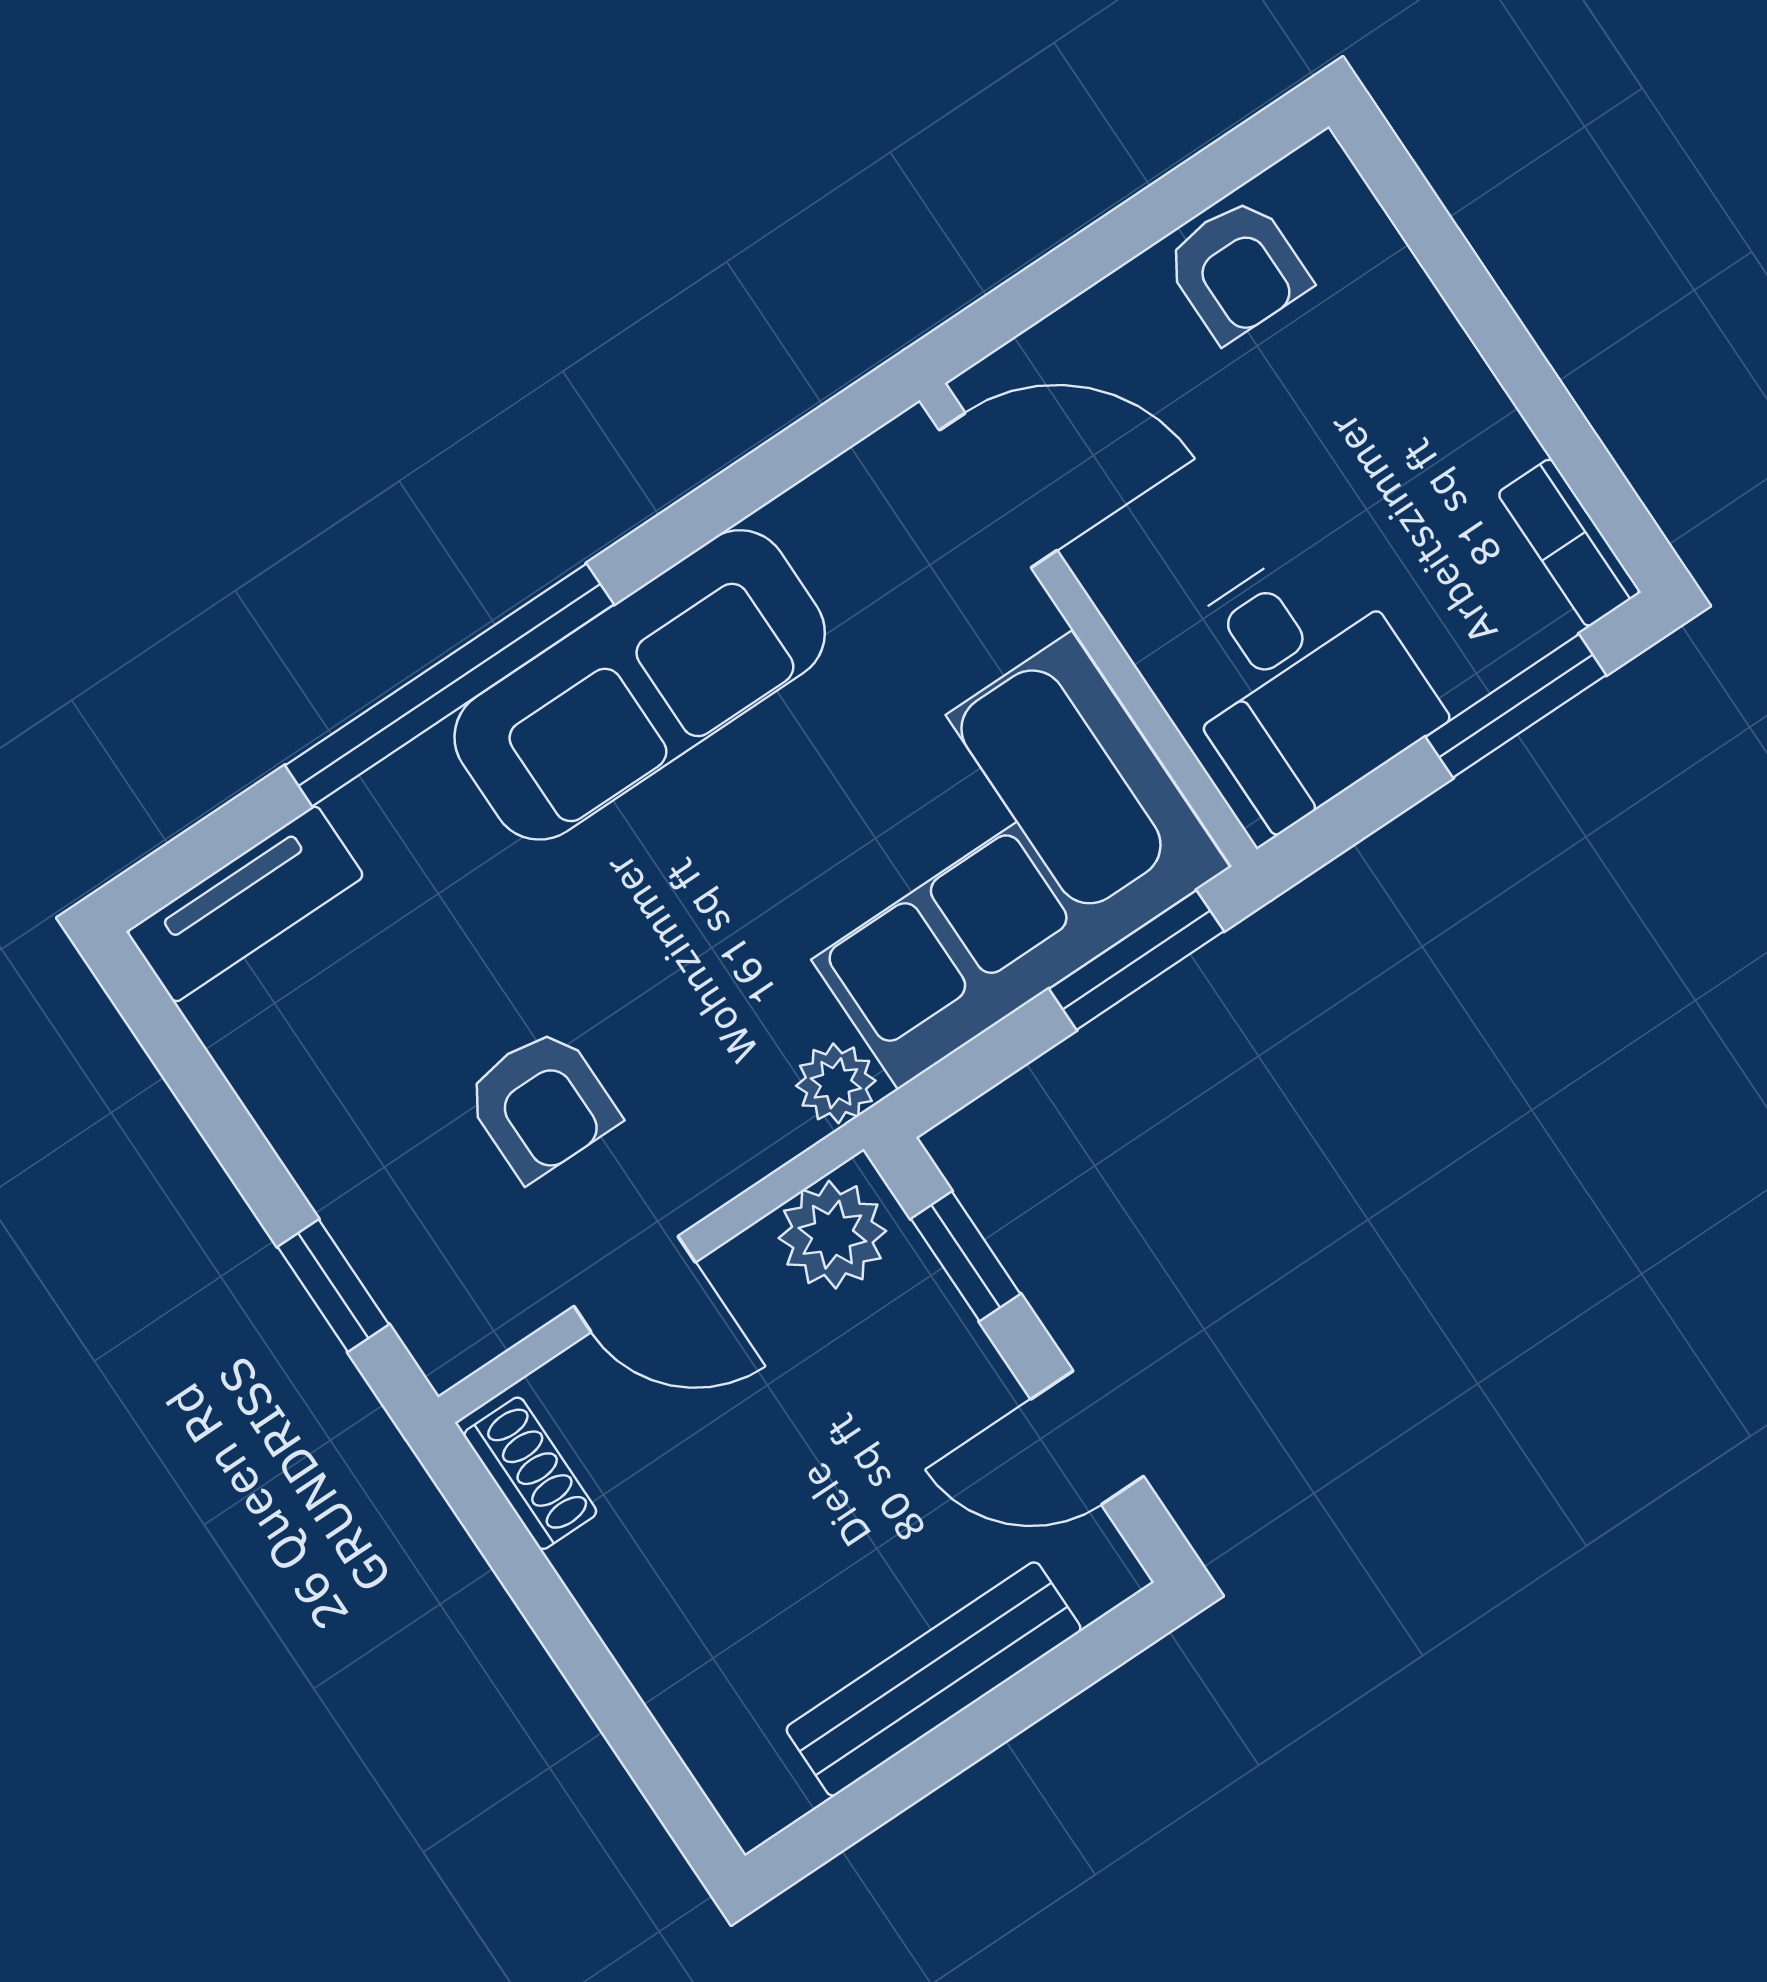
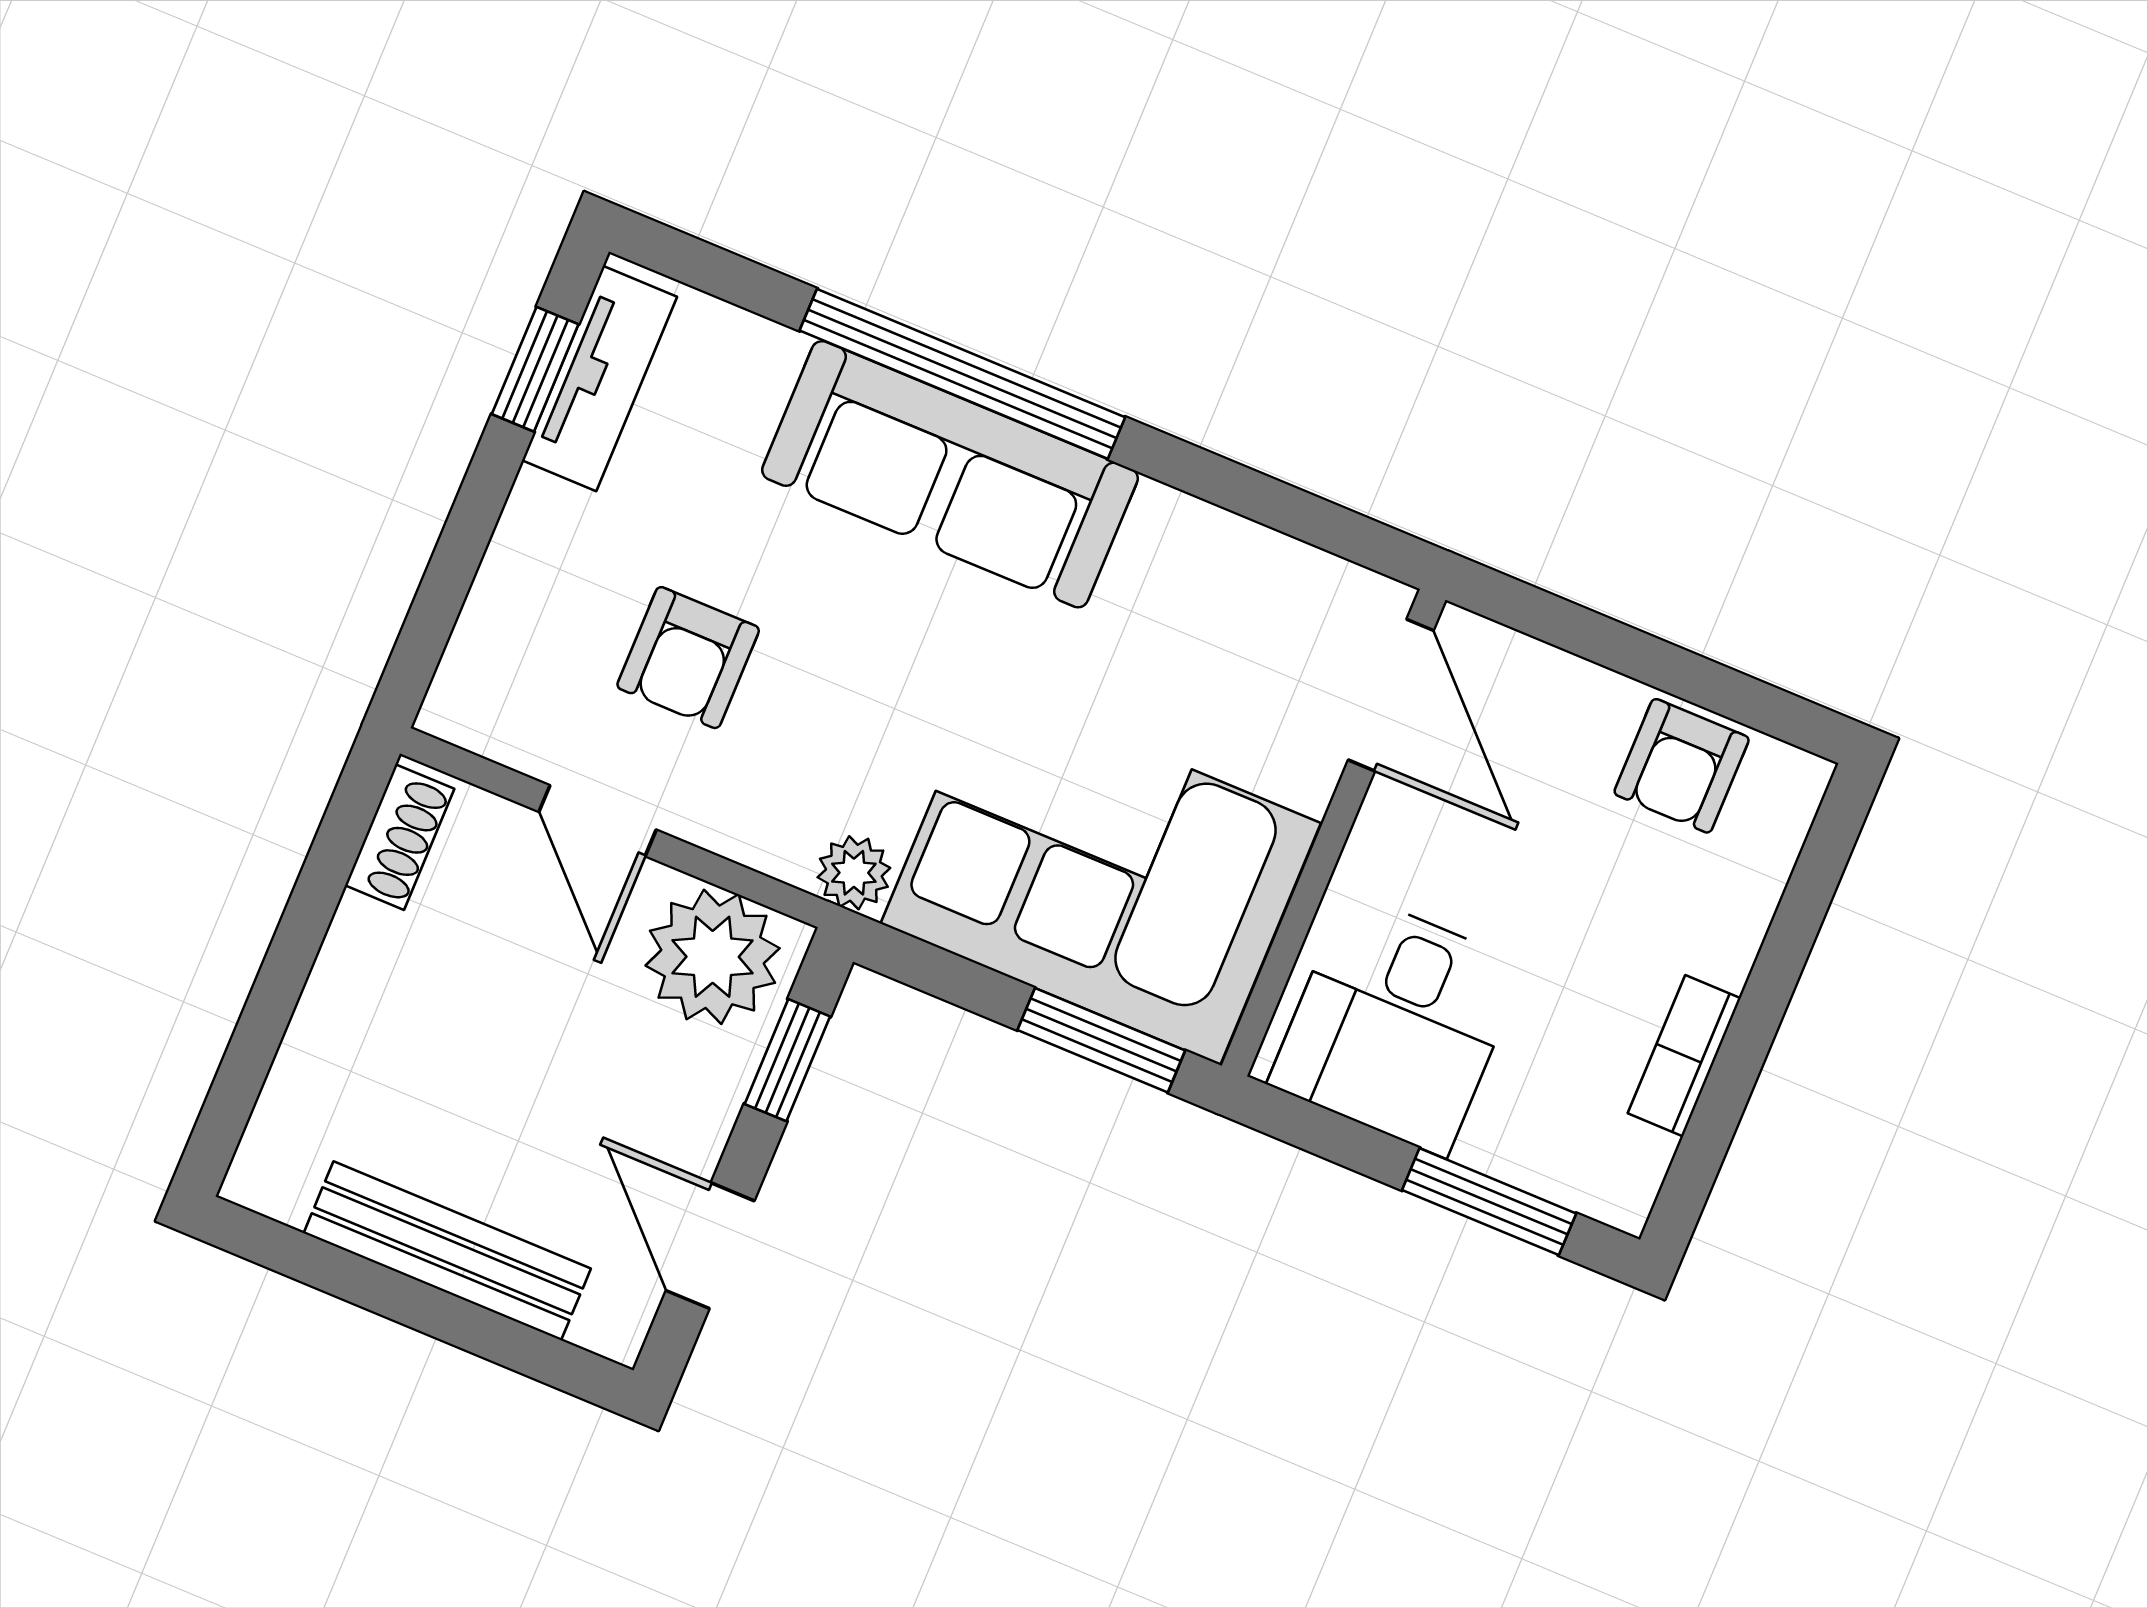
bookcase: (1569, 543) -> (1684, 1056), moved
sofa: (640, 685) -> (950, 474), moved
tv unit: (245, 904) -> (599, 379), moved, turned -90
plant: (832, 1235) -> (713, 957), width x1.36, depth x1.36
window: (333, 1286) -> (535, 369), moved

